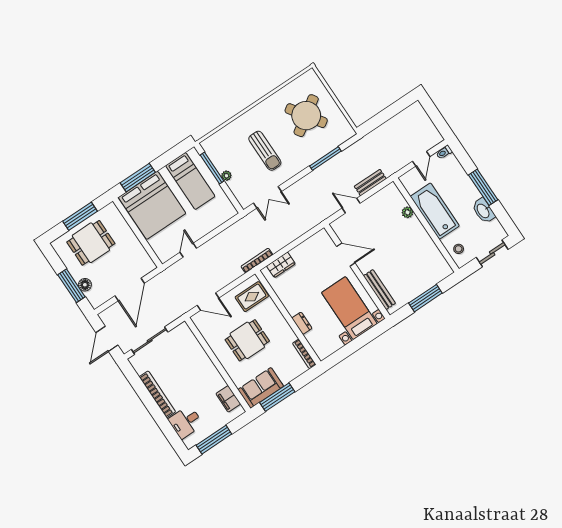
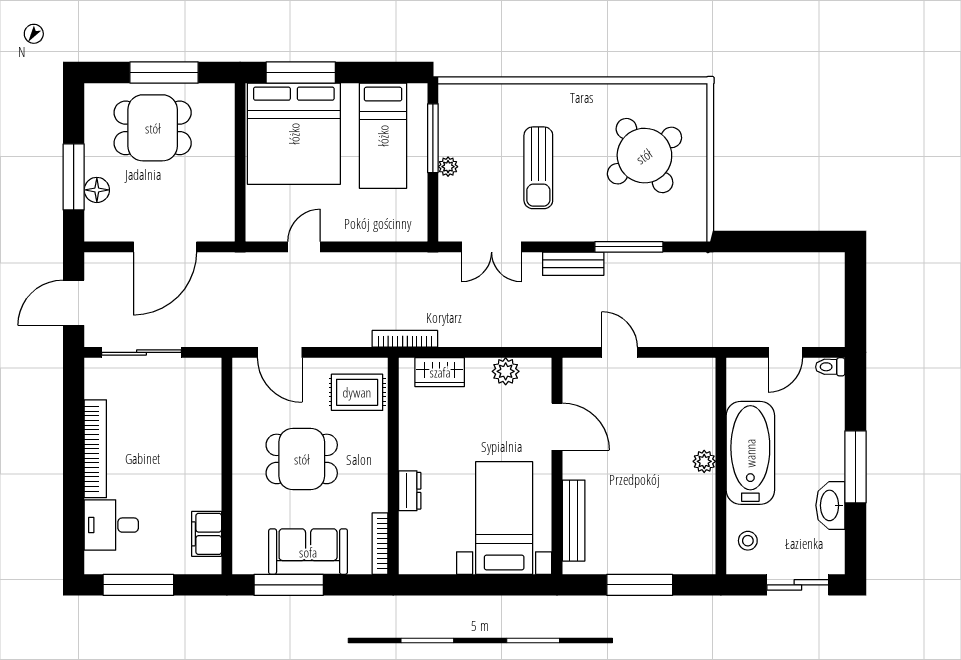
bench: (370, 183) -> (573, 264), moved
plant: (407, 212) -> (704, 461), moved
plant: (309, 246) -> (506, 371), added
sofa: (261, 388) -> (308, 552), moved

